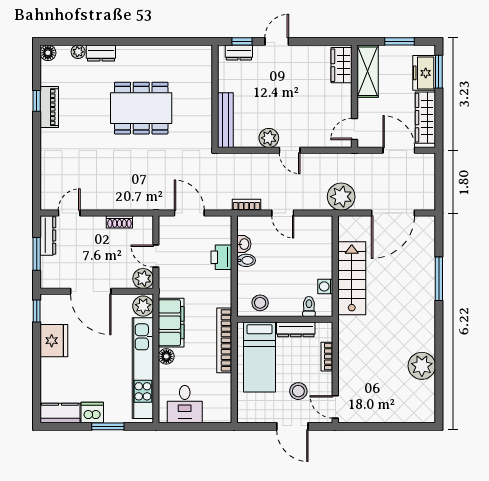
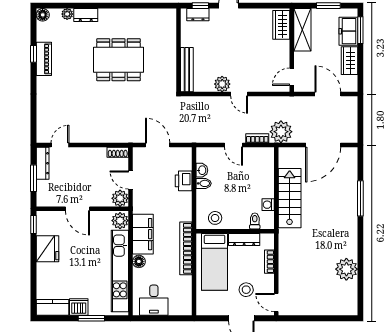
wardrobe: (425, 118) -> (349, 61), width x0.67
bookcase: (246, 205) -> (257, 138), moved
shoe rack: (119, 222) -> (118, 152), moved
door: (91, 291) -> (78, 209), width x0.73

